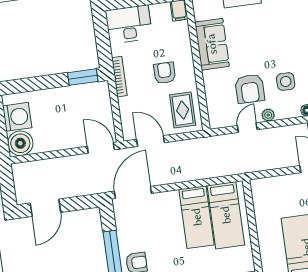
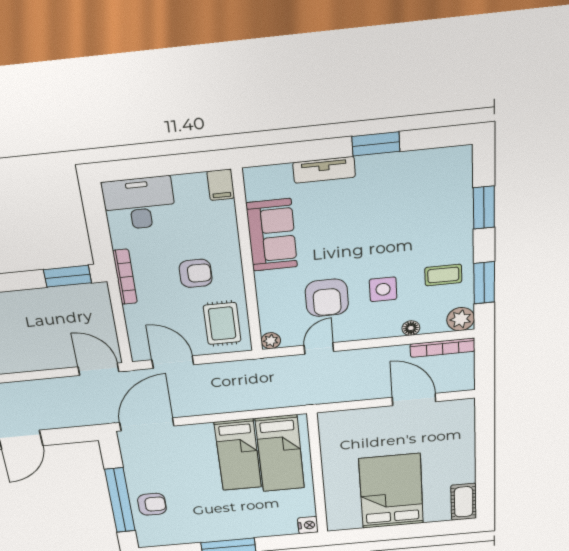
armchair: (165, 73) -> (196, 273), turned 90
plant: (268, 115) -> (271, 341), moved

